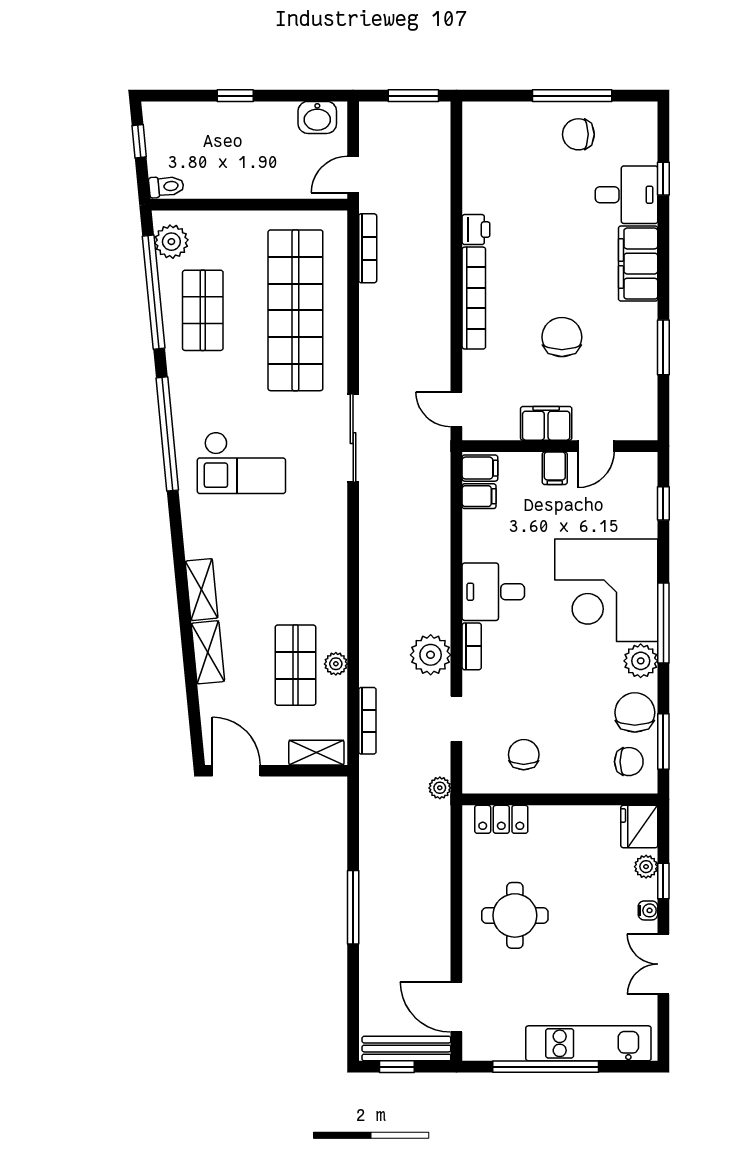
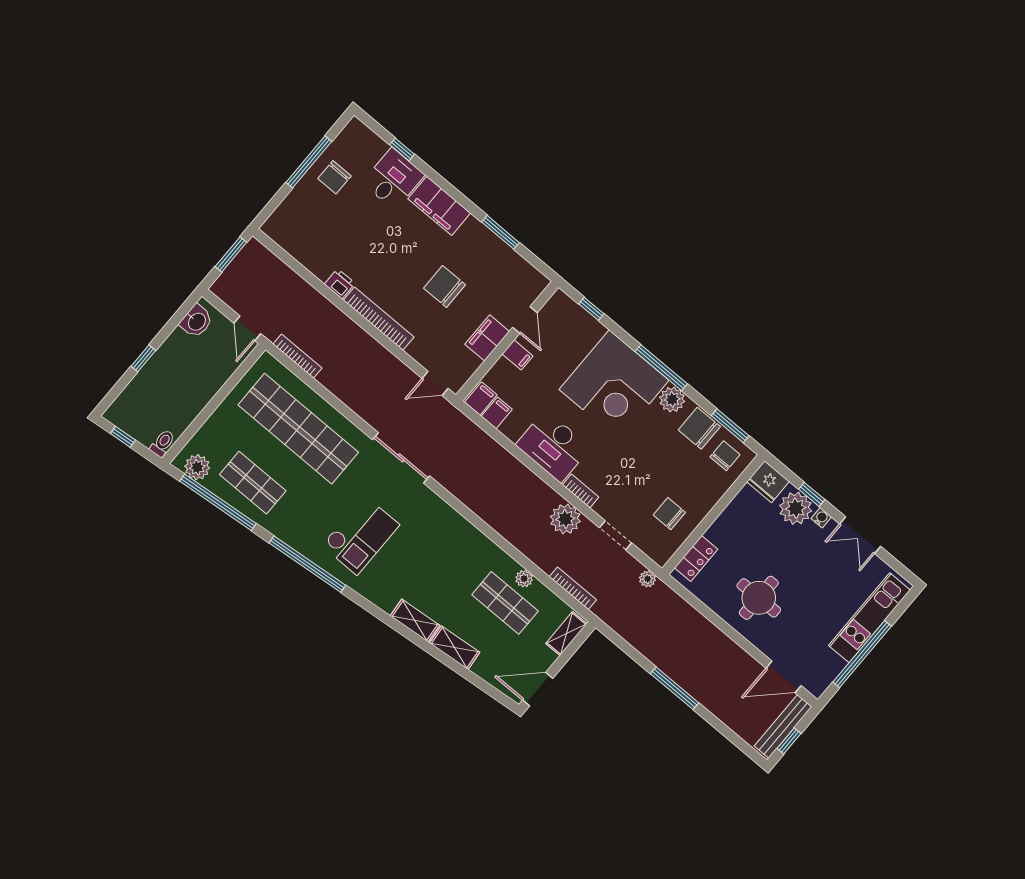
desk: (493, 592) -> (553, 446), width x1.37
plant: (646, 867) -> (796, 508), width x1.88, depth x1.88

